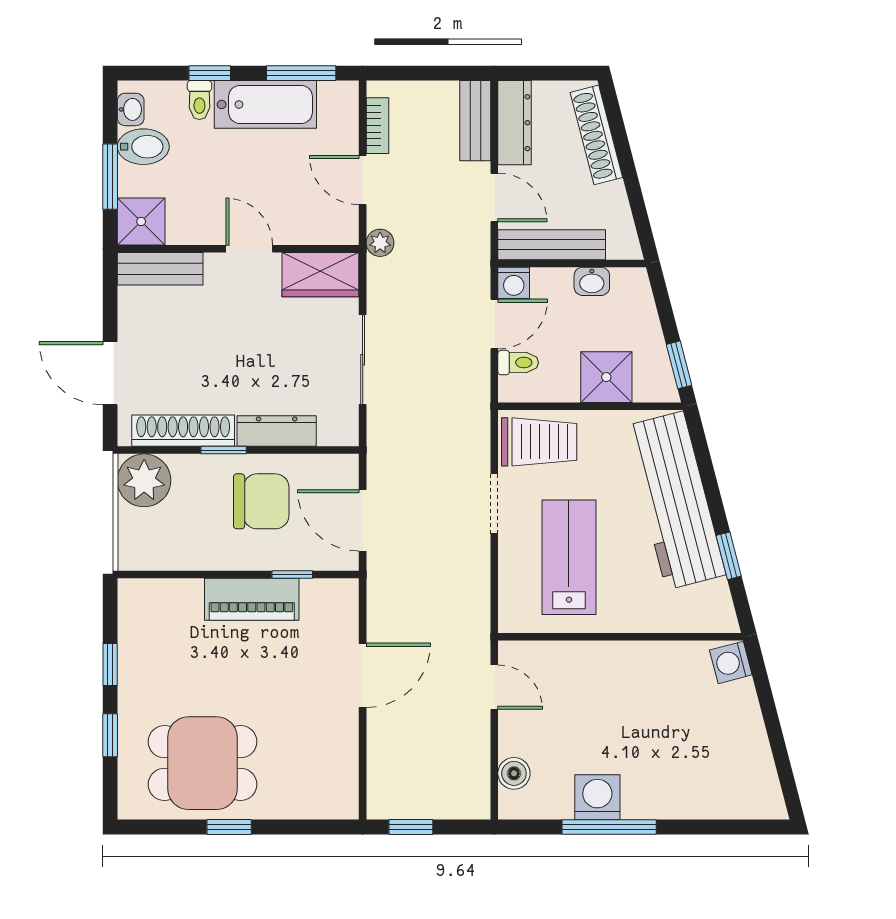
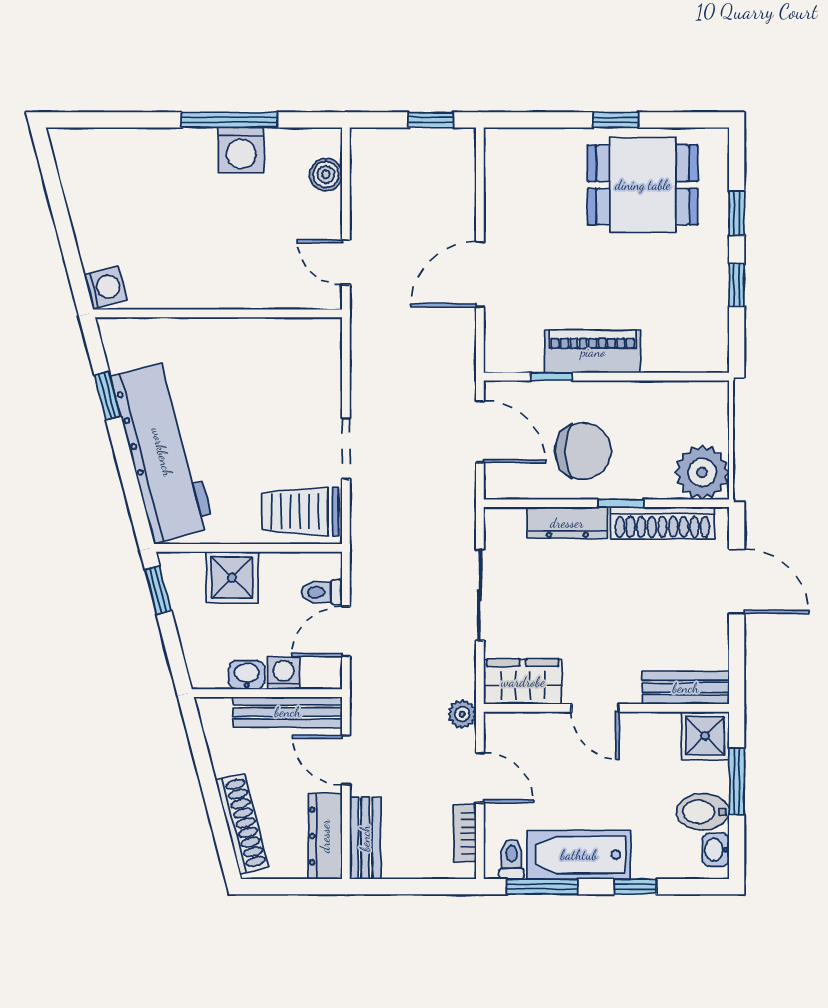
toilet: (199, 100) -> (512, 859), moved
washing machine: (514, 283) -> (284, 673), moved
chair: (261, 501) -> (583, 451), turned 180
lab bench: (569, 557) -> (270, 394), removed

